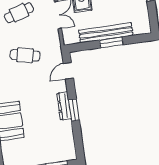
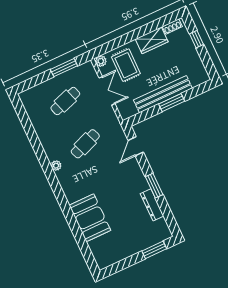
cafe table: (25, 55) -> (85, 144), turned -33
dresser: (64, 106) -> (152, 205), moved

